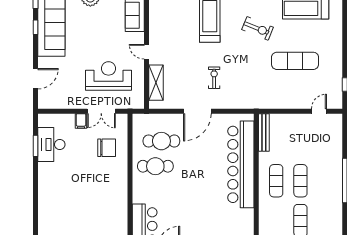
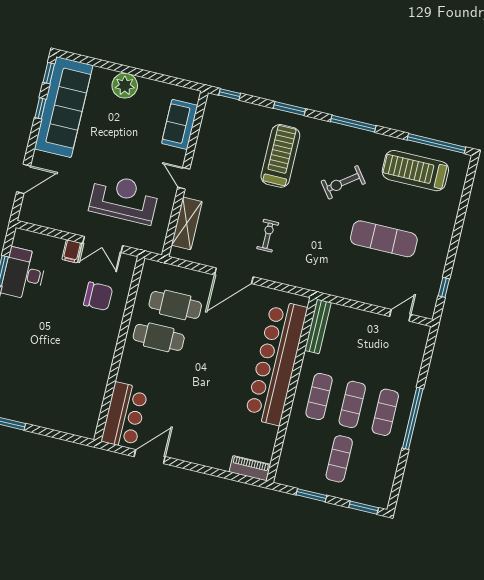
exercise bike: (258, 28) -> (343, 182), turned 121
exercise mat: (325, 181) -> (385, 412), added

